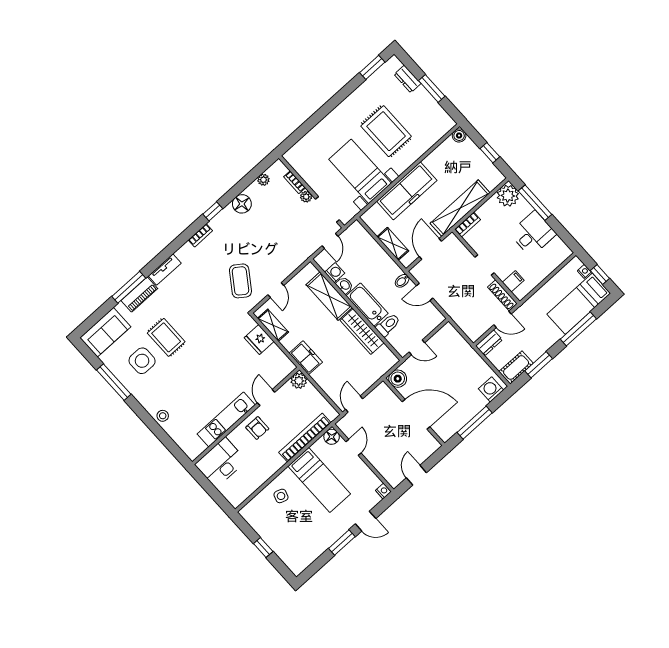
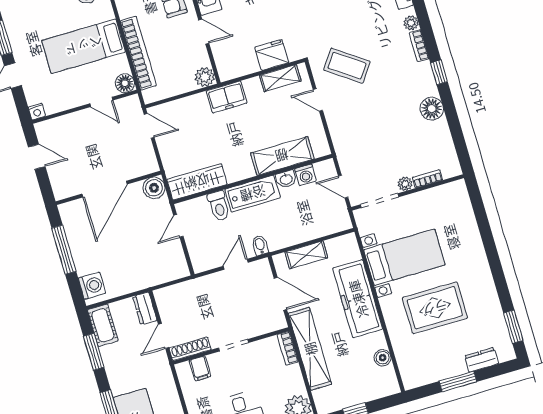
boiler: (459, 135) -> (383, 358), moved
plant: (263, 180) -> (411, 23), moved
wardrobe: (362, 331) -> (197, 182), moved

